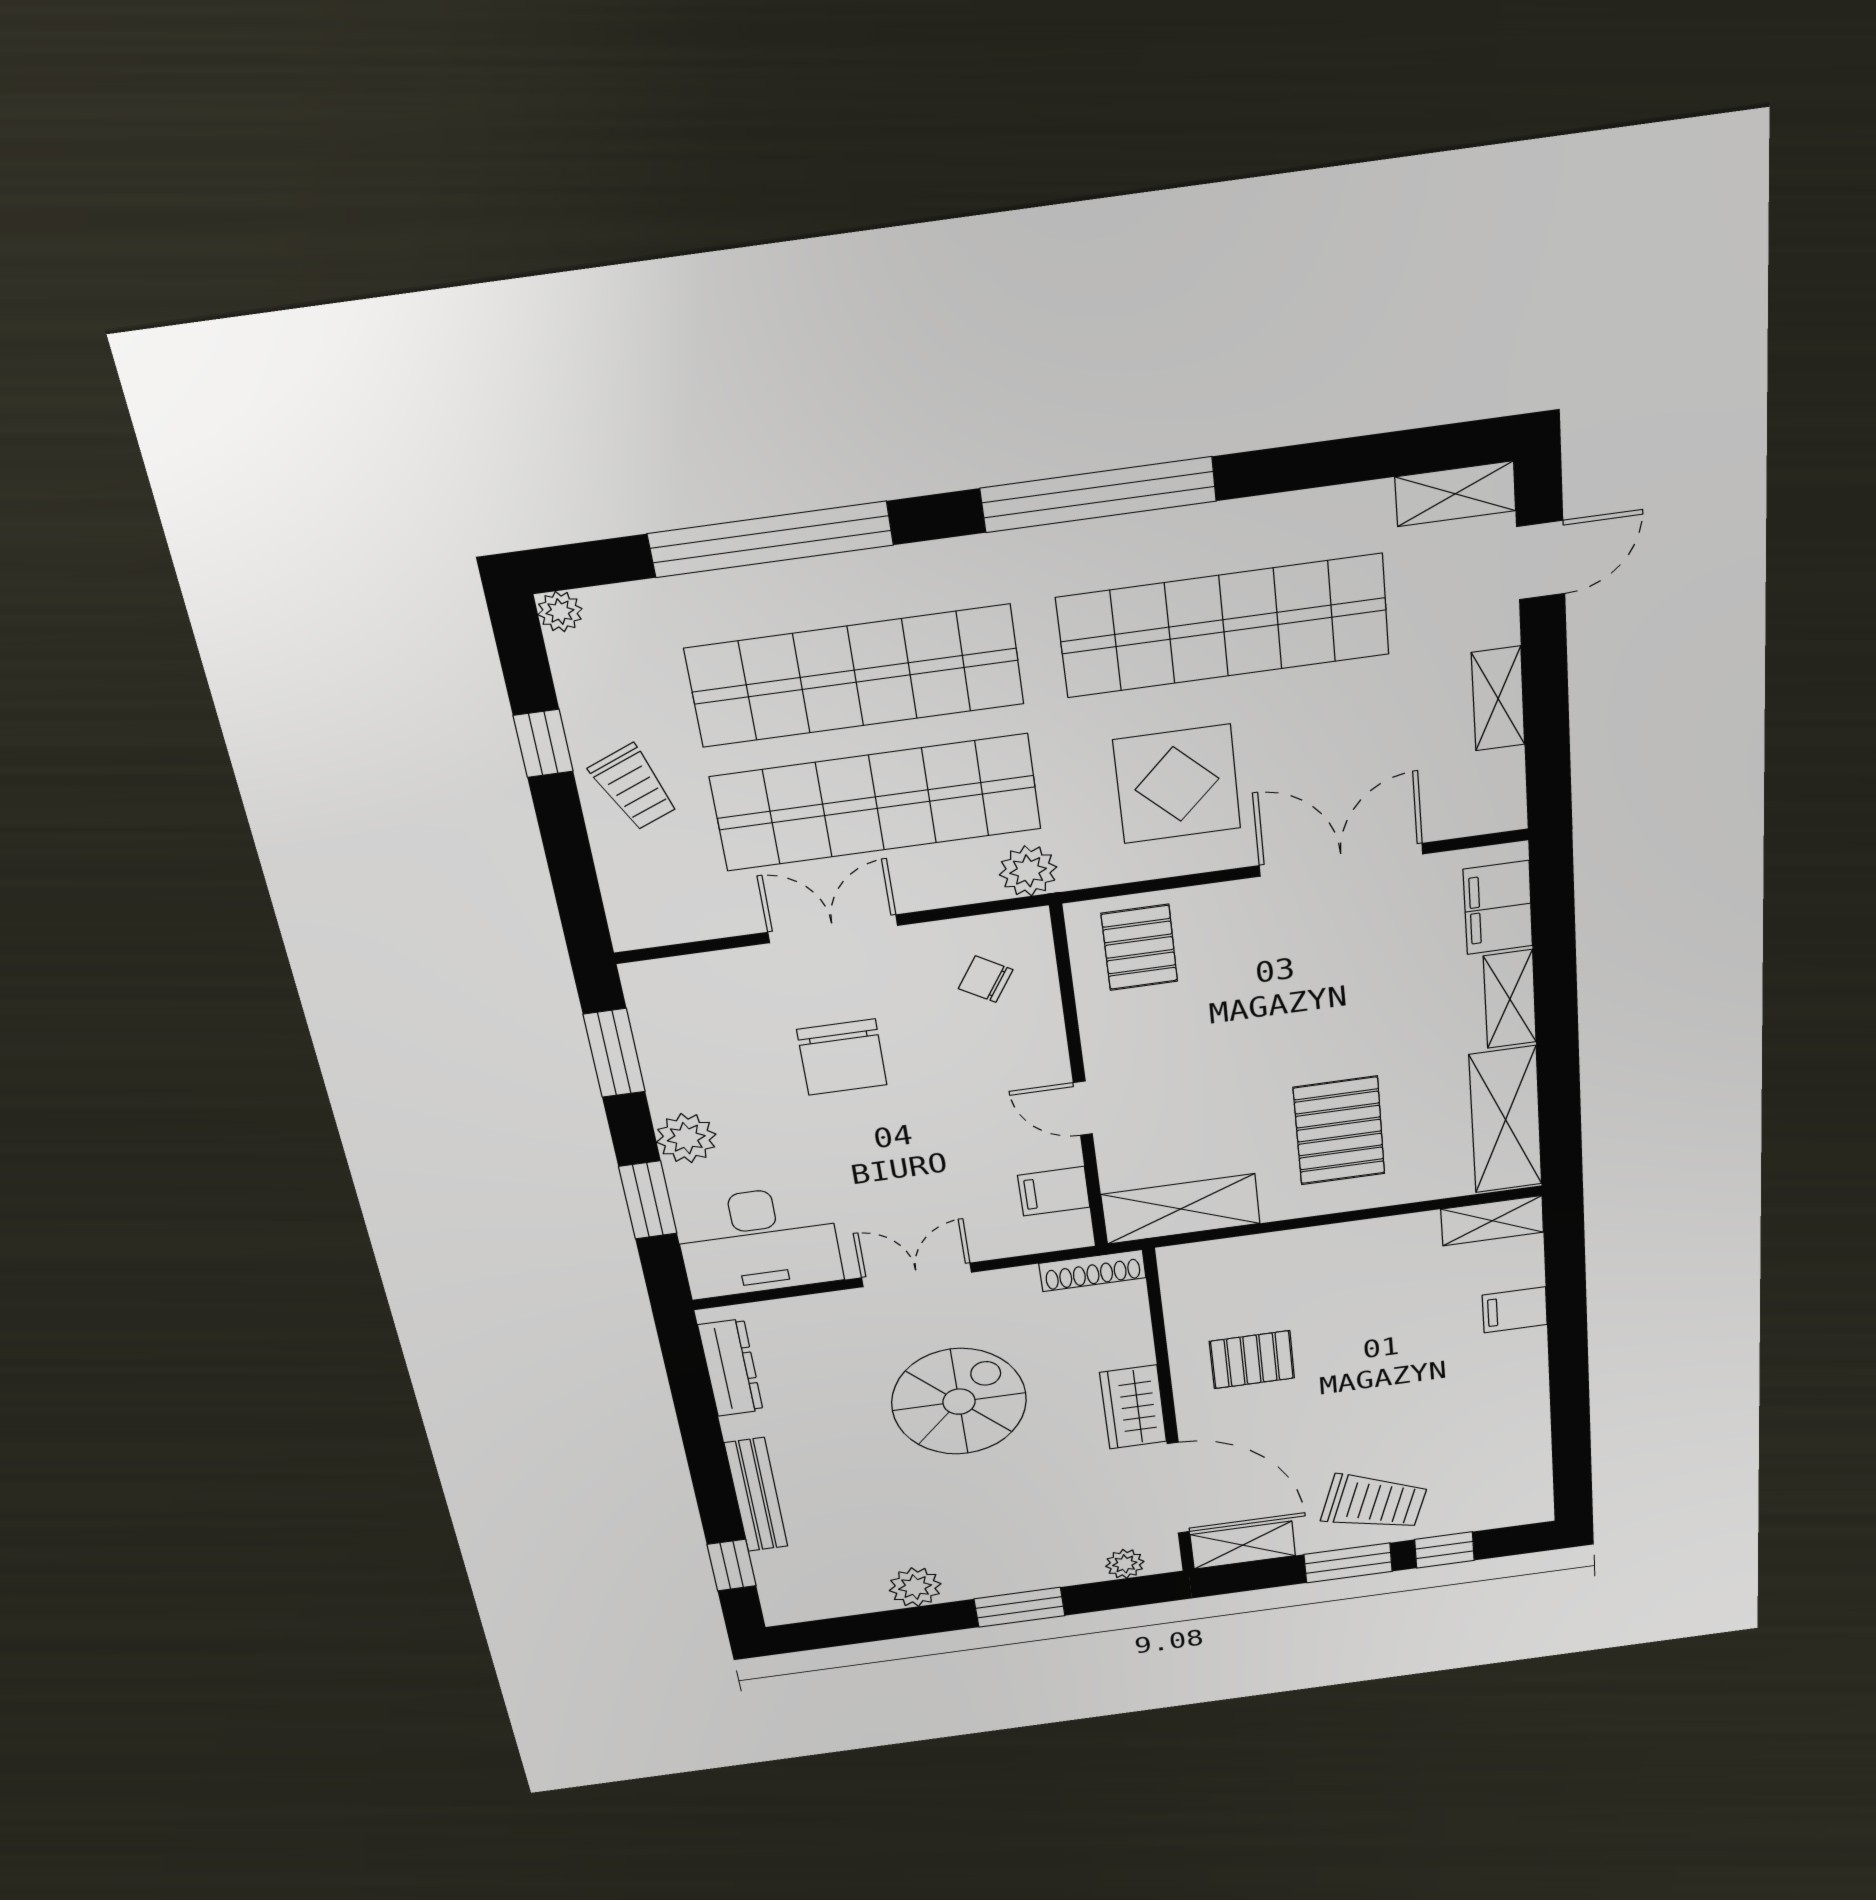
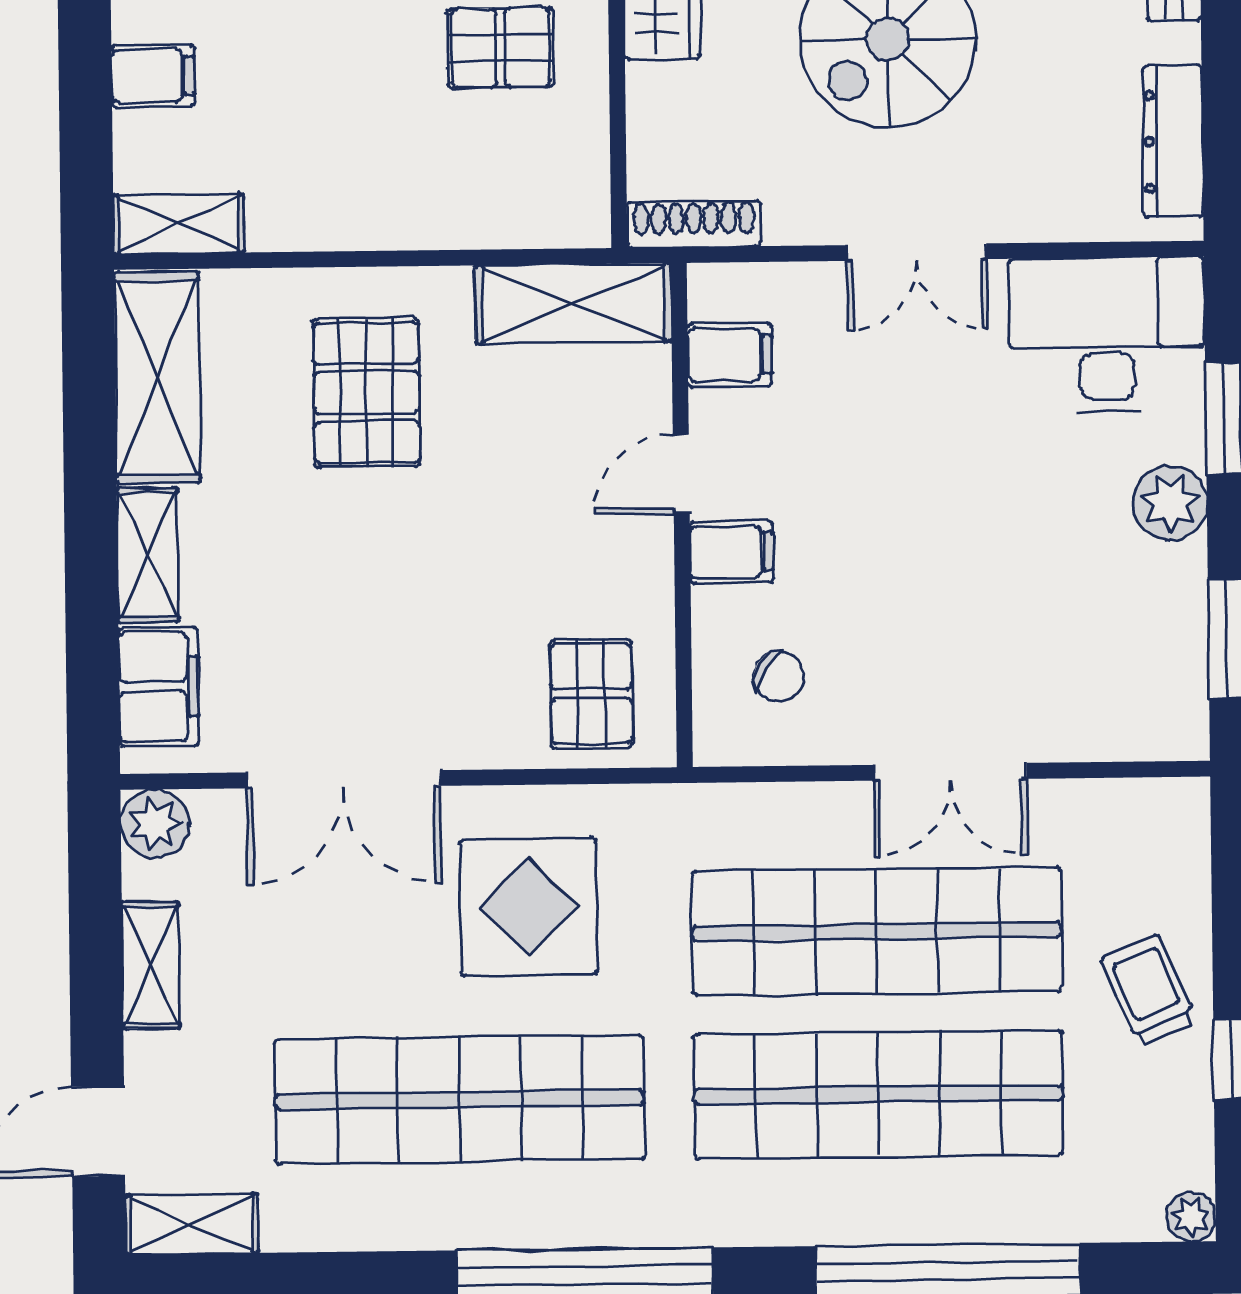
plant: (1028, 871) -> (155, 824), moved
chair: (842, 1057) -> (965, 592), removed
filing cabinet: (1036, 1061) -> (732, 552), added
door: (1083, 1108) -> (681, 474), swing flipped

